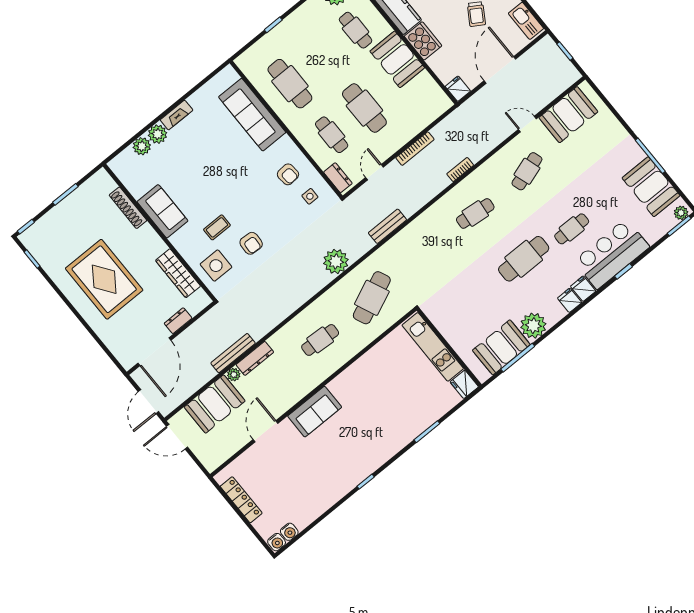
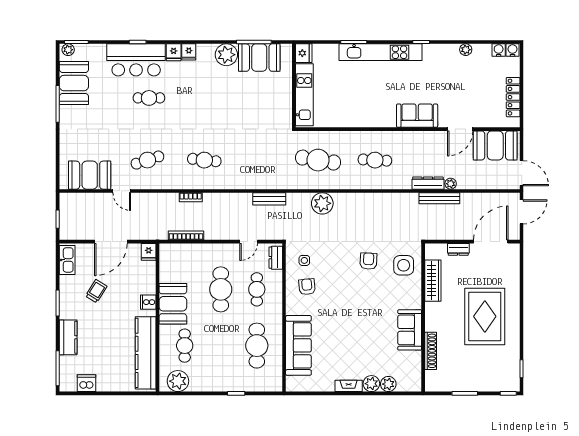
cooker: (423, 41) -> (148, 302), width x0.53, depth x0.76
bookcase: (415, 149) -> (186, 235), moved
coffee table: (217, 227) -> (382, 290), removed
cafe table: (524, 259) -> (197, 104), removed
cafe table: (372, 298) -> (318, 160), turned 33
booth: (215, 404) -> (495, 145), moved
kitchen unit: (395, 442) -> (381, 52), added
plant: (319, 508) -> (466, 50), added

